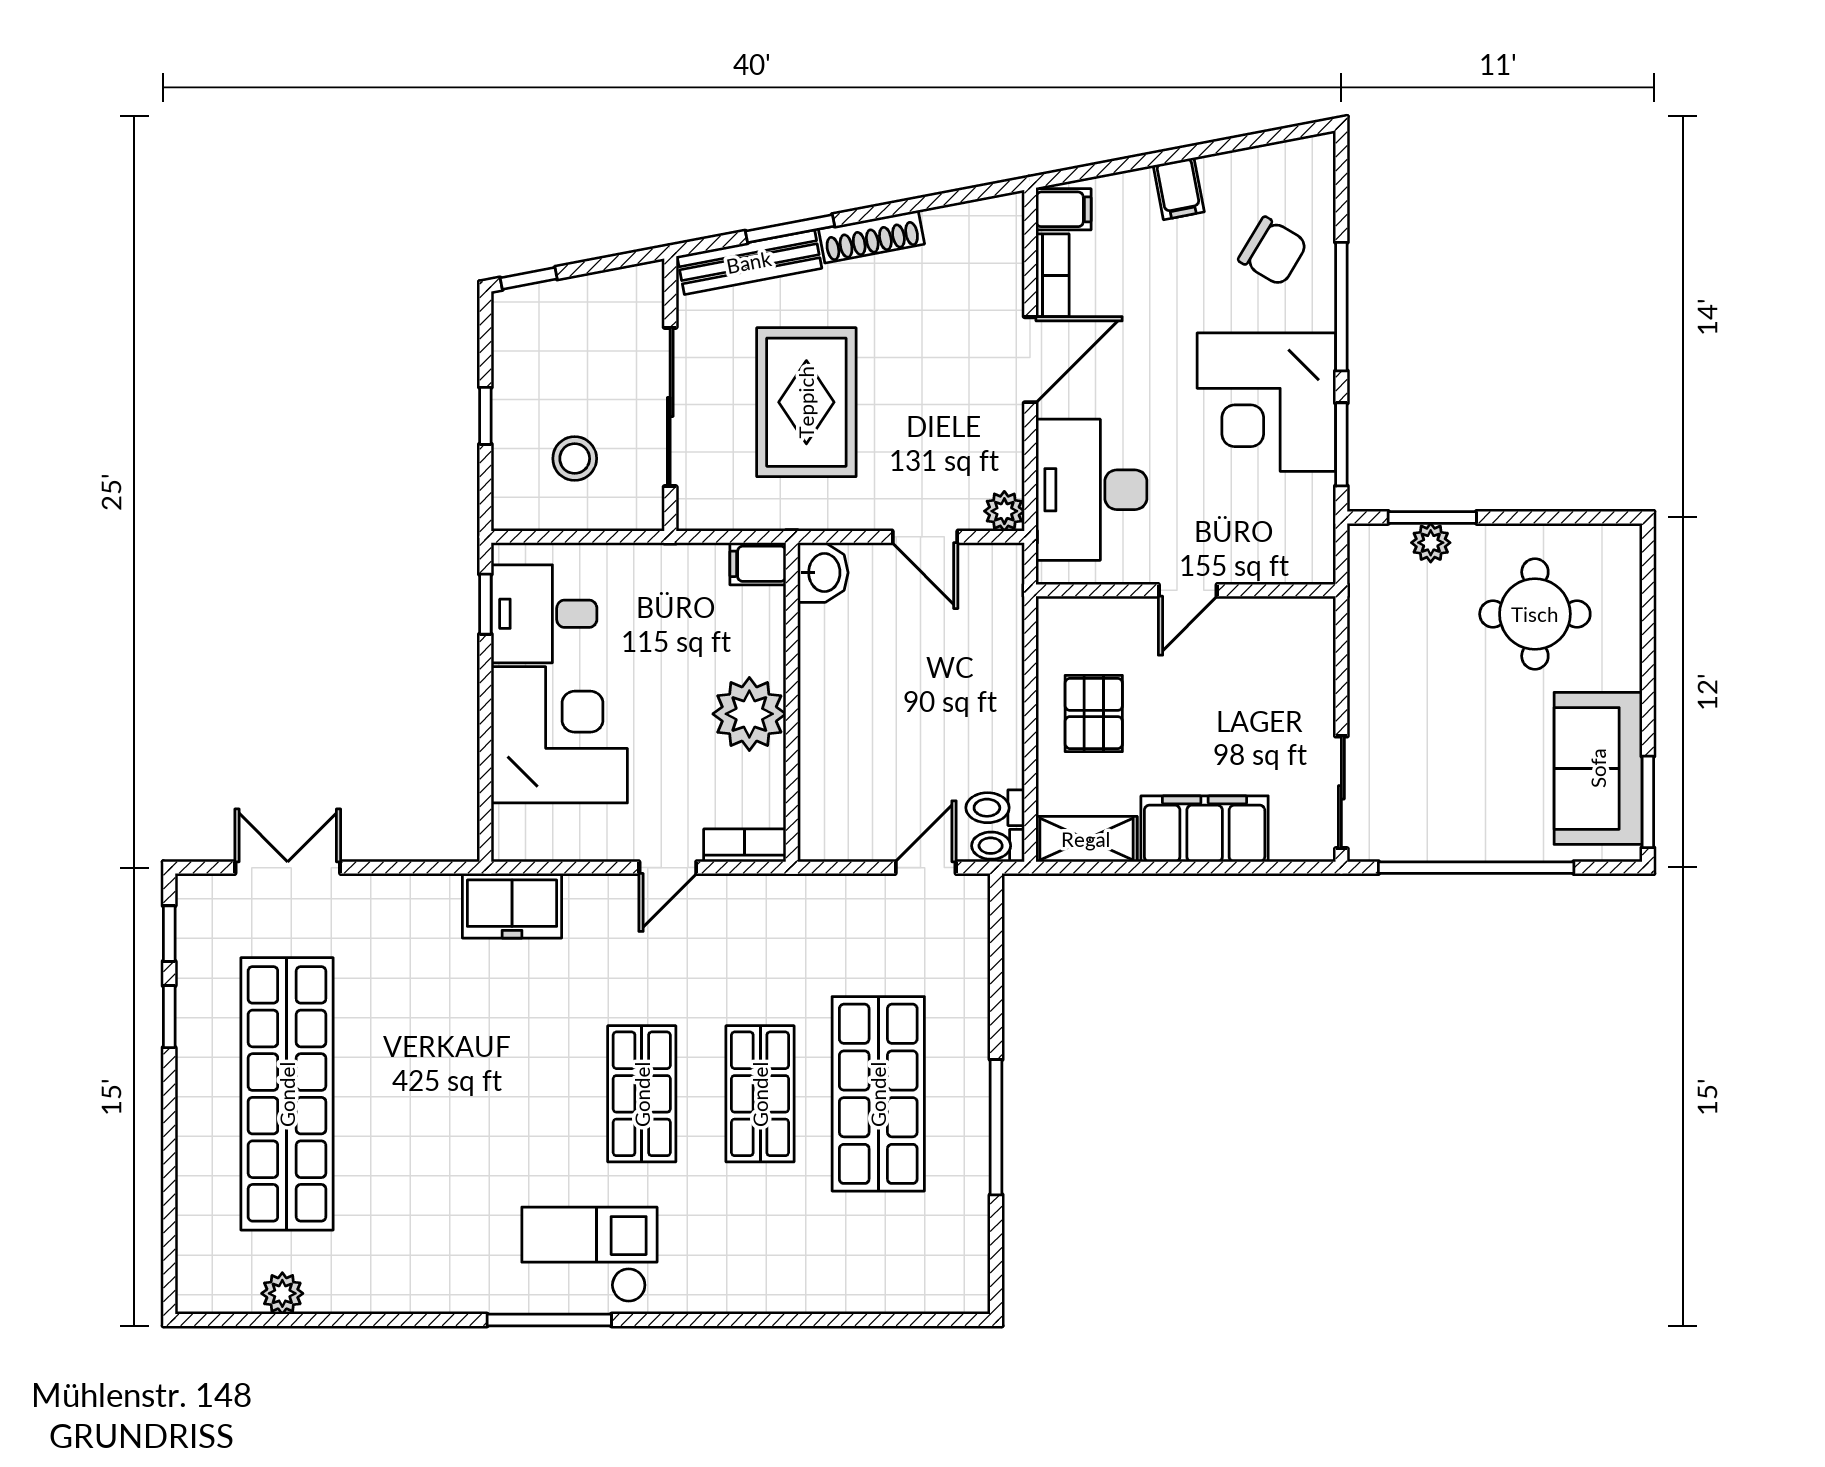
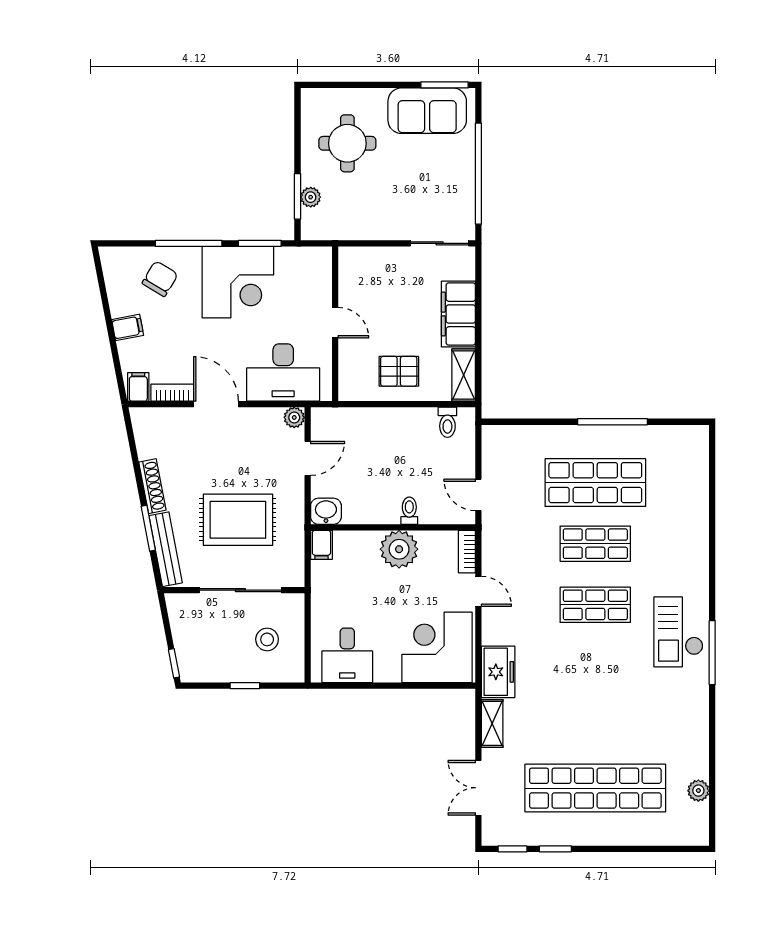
window: (485, 604) -> (342, 686), removed
corner desk: (559, 735) -> (437, 647), moved
toilet: (998, 846) -> (409, 511), moved, turned 180
door: (926, 868) -> (478, 495), moved
shelving: (412, 894) -> (492, 723), added

